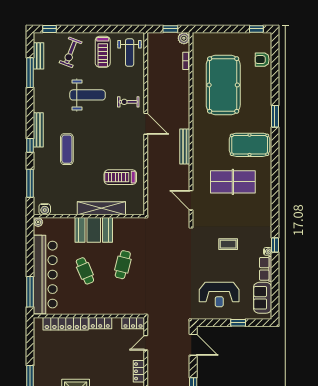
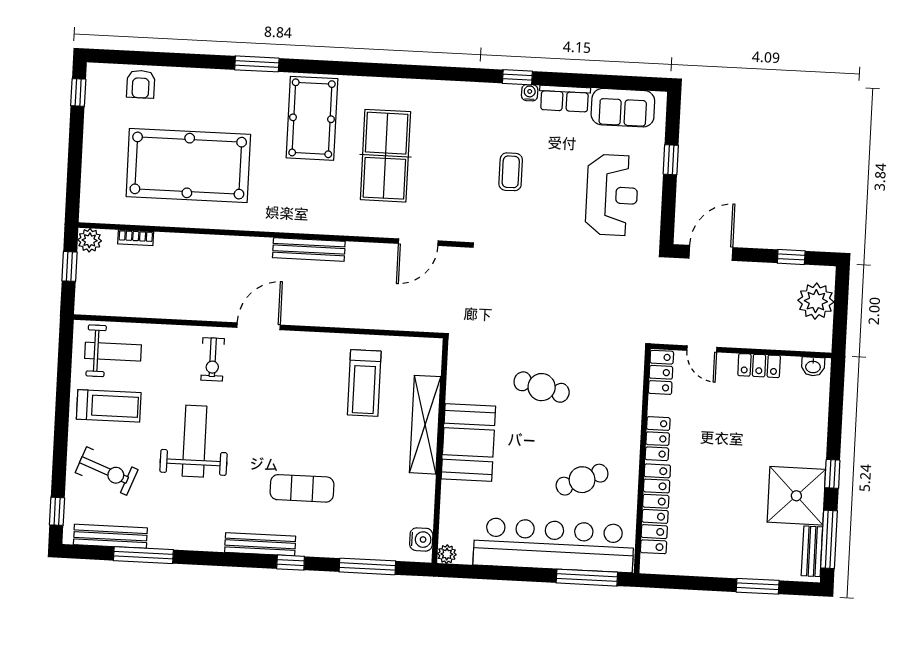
bench: (39, 56) -> (110, 536), width x1.36
cafe table: (85, 271) -> (582, 480), moved

